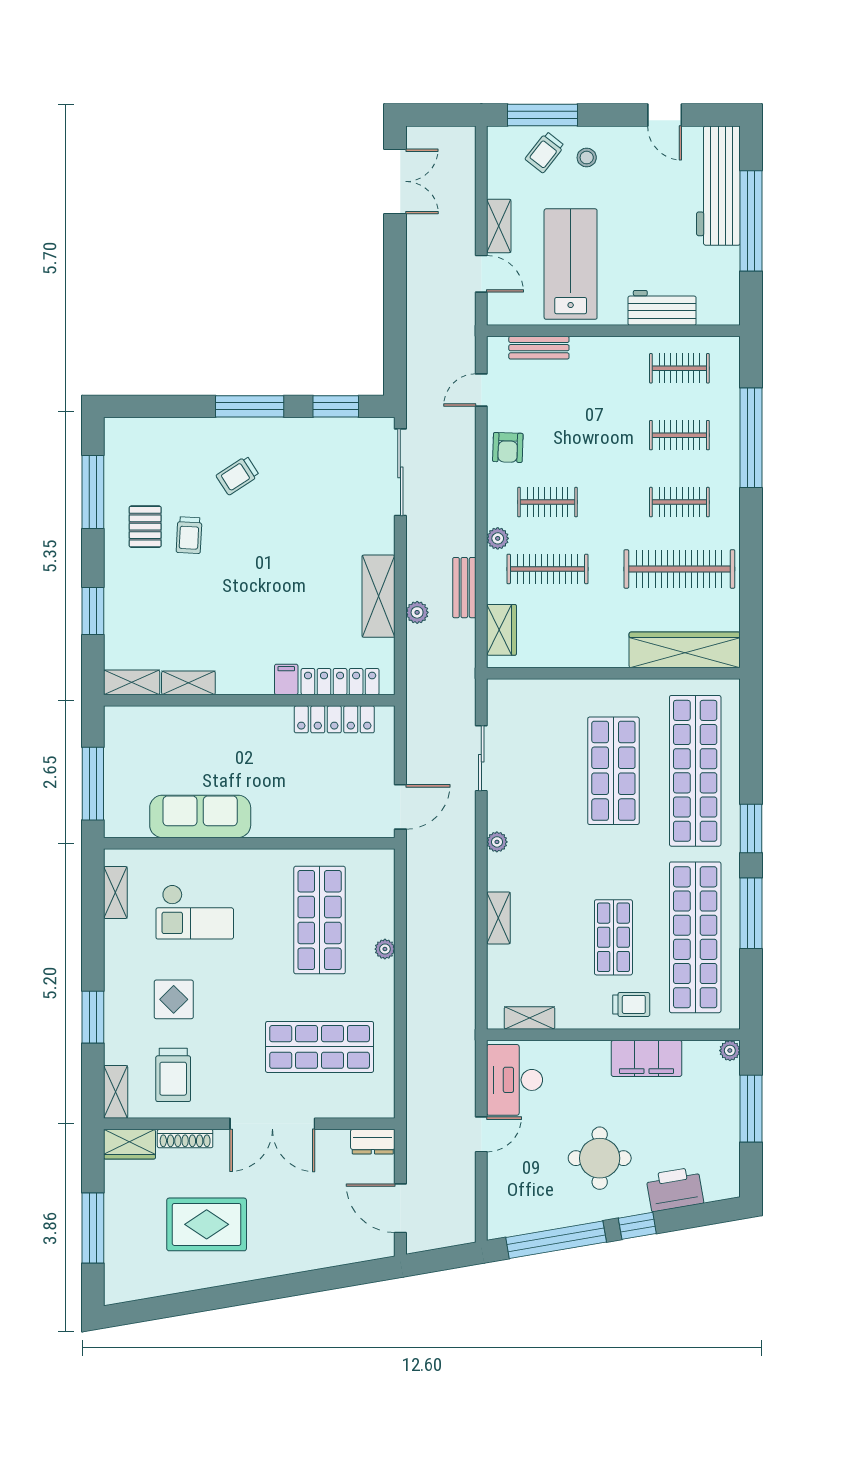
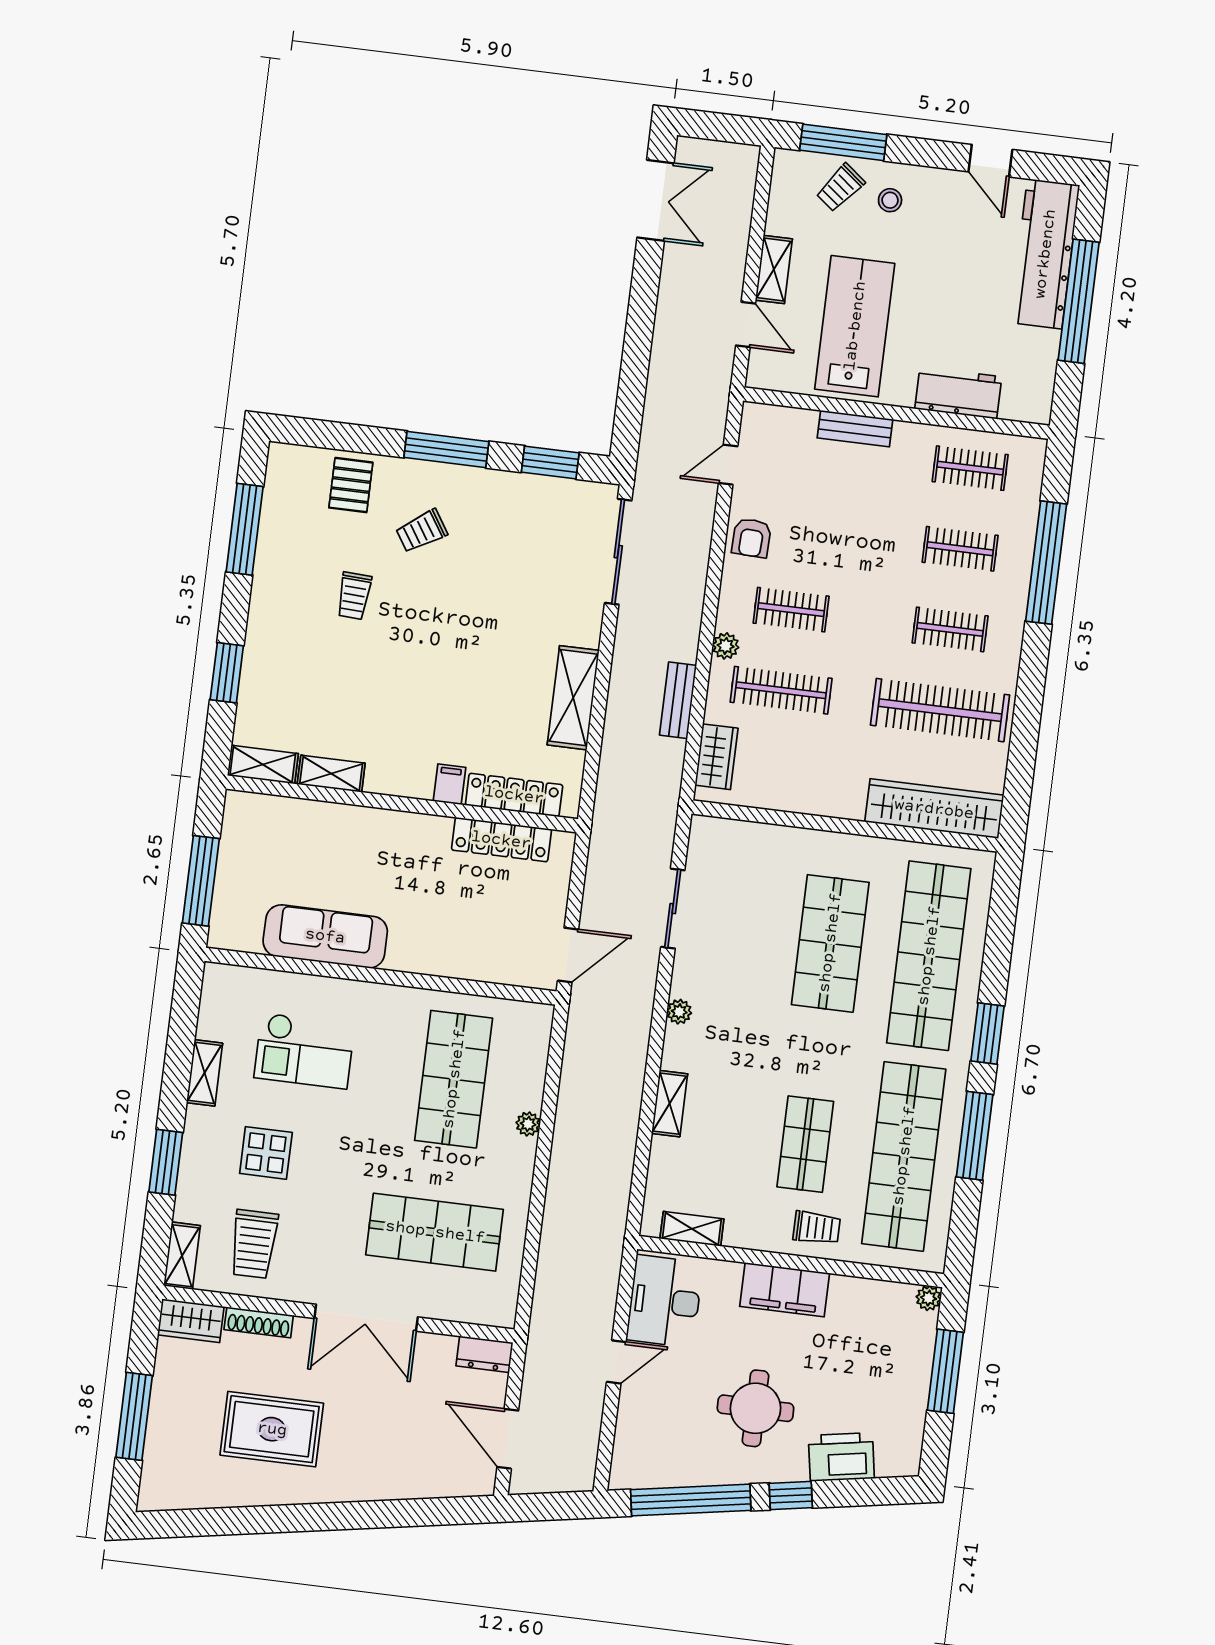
bench: (539, 348) -> (855, 429), moved
pallet: (145, 527) -> (351, 485), moved
plant: (417, 612) -> (617, 723), removed
shelving: (115, 893) -> (205, 1073), moved
filing cabinet: (646, 1058) -> (785, 1290), moved

